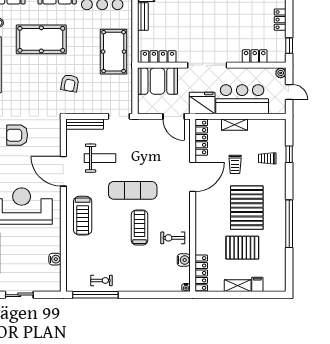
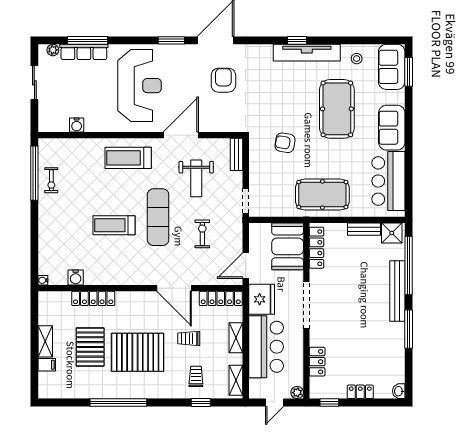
bench: (85, 124) -> (237, 154), width x0.73
shelving: (270, 125) -> (236, 380), added
treadmill: (140, 228) -> (114, 225), turned 180
exercise bike: (173, 238) -> (202, 234), moved
locker: (201, 273) -> (93, 298), moved

